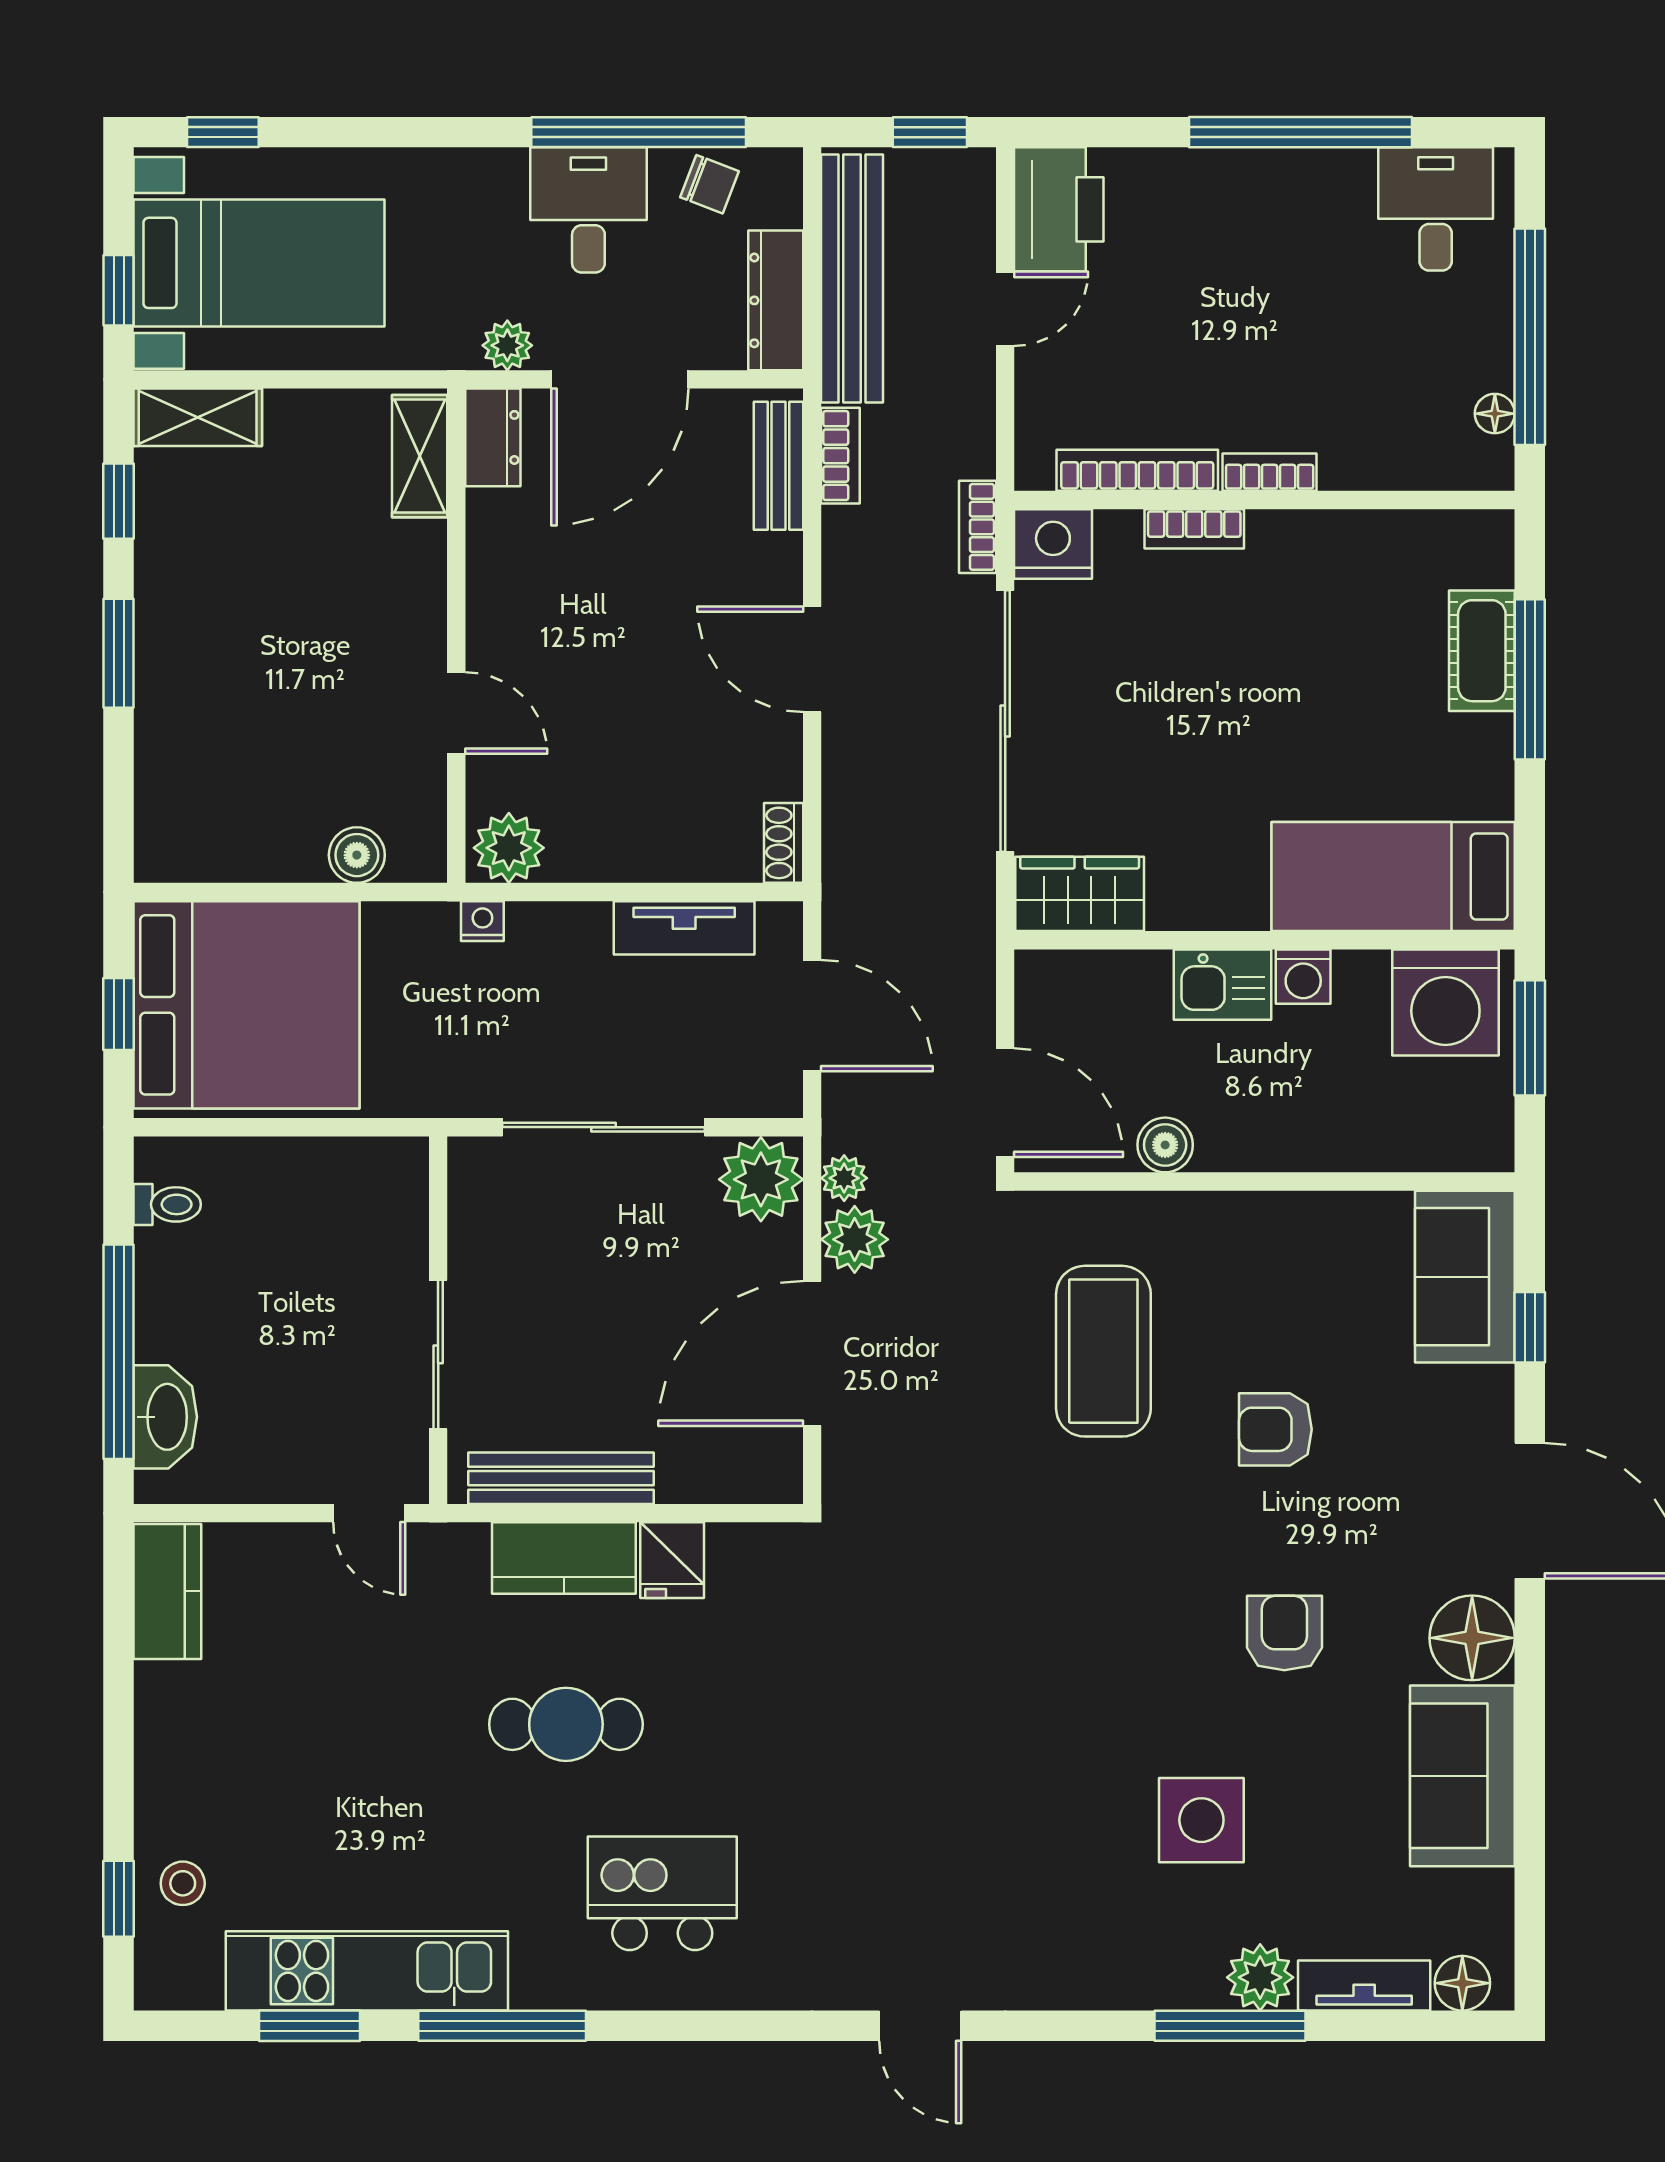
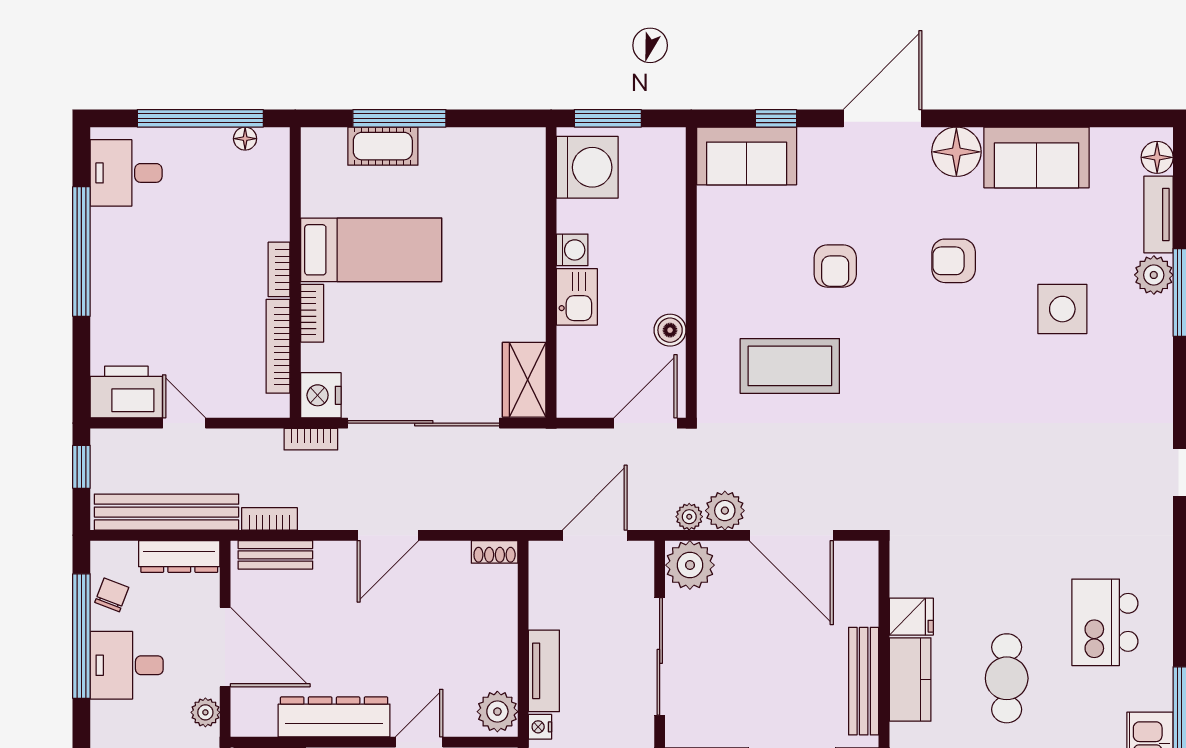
dresser: (493, 437) -> (334, 717), moved, width x1.96, depth x1.24
bed: (1393, 877) -> (371, 250), moved, turned -90
tv unit: (684, 928) -> (544, 671), moved

